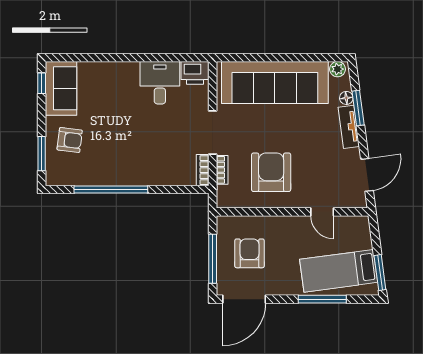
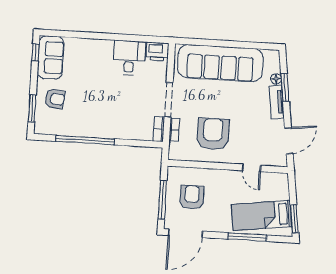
plant: (338, 69) -> (271, 56), removed

